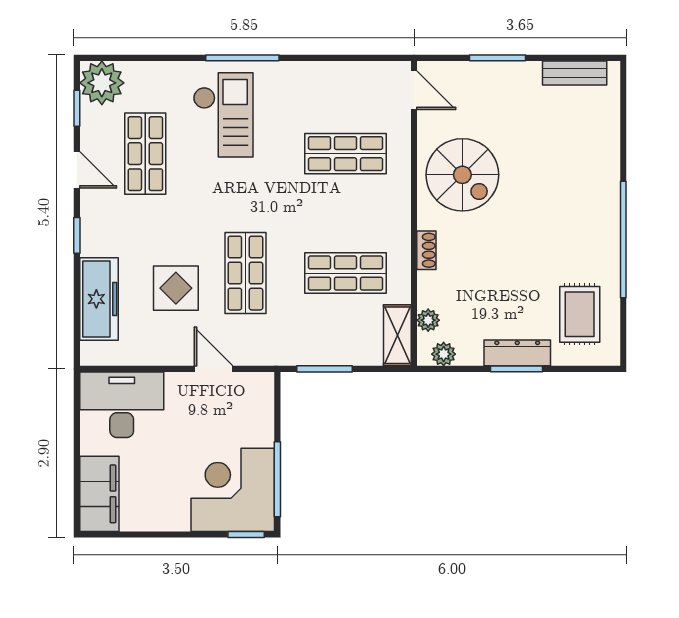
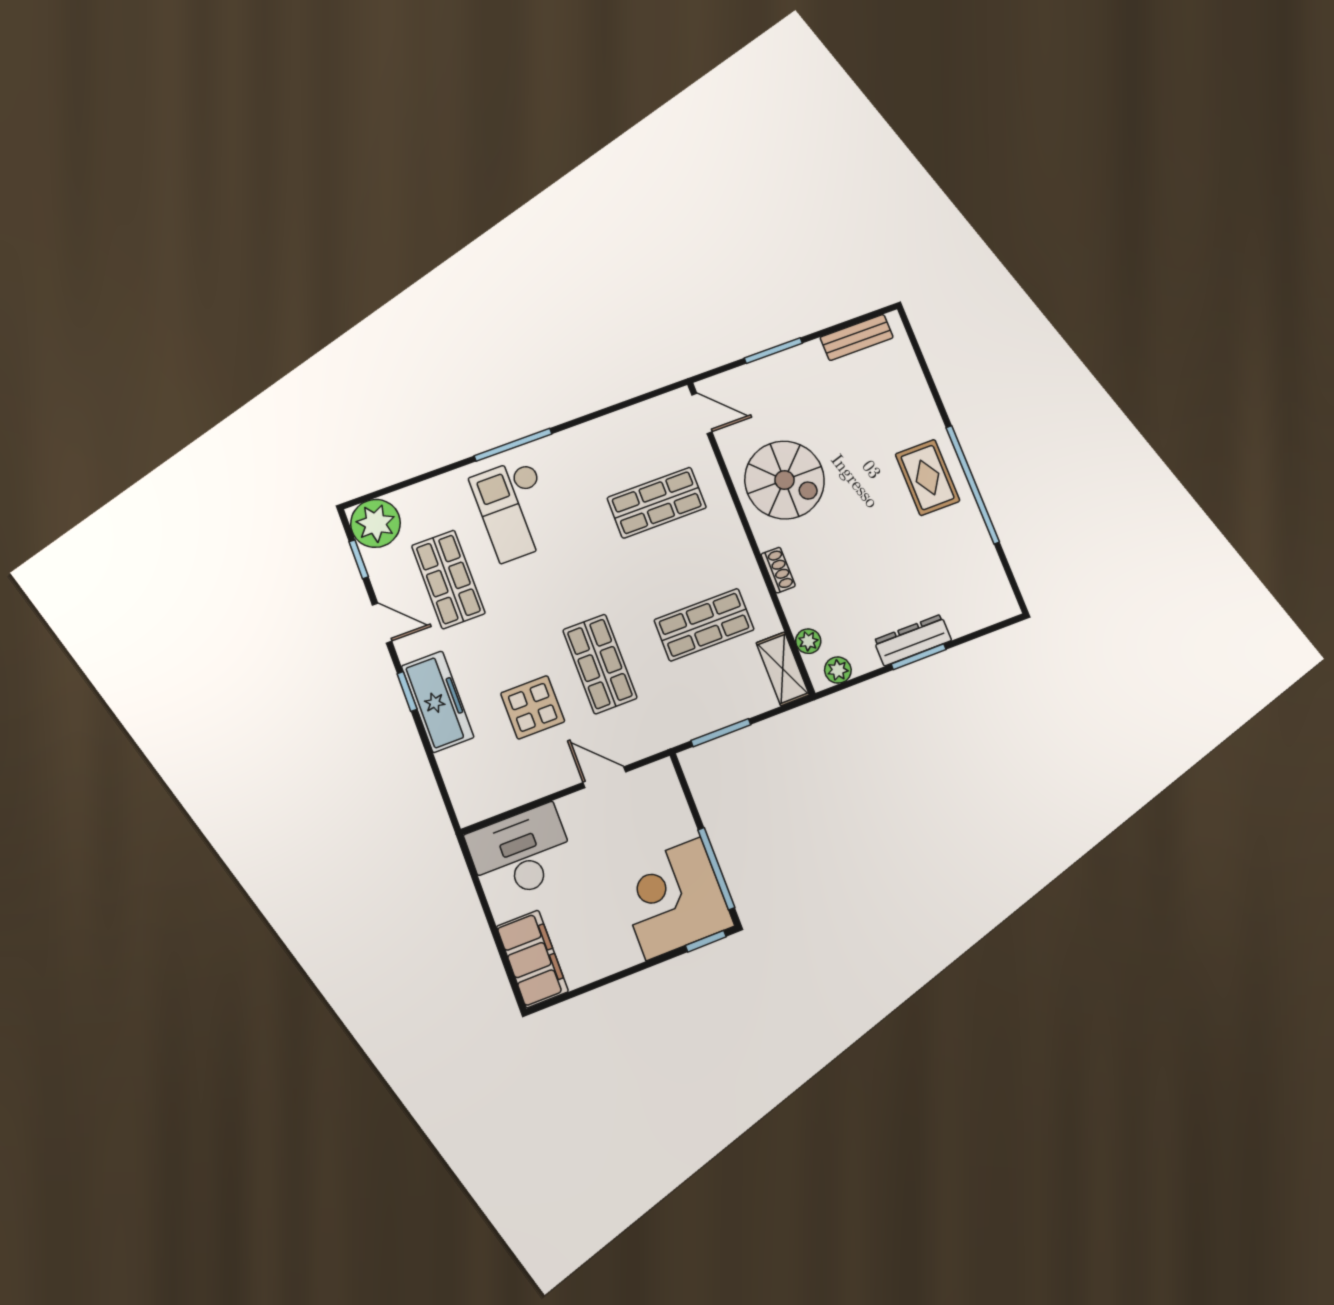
checkout: (223, 115) -> (515, 510), turned 180
freezer: (99, 299) -> (438, 702), moved
rug: (580, 314) -> (928, 477), moved

